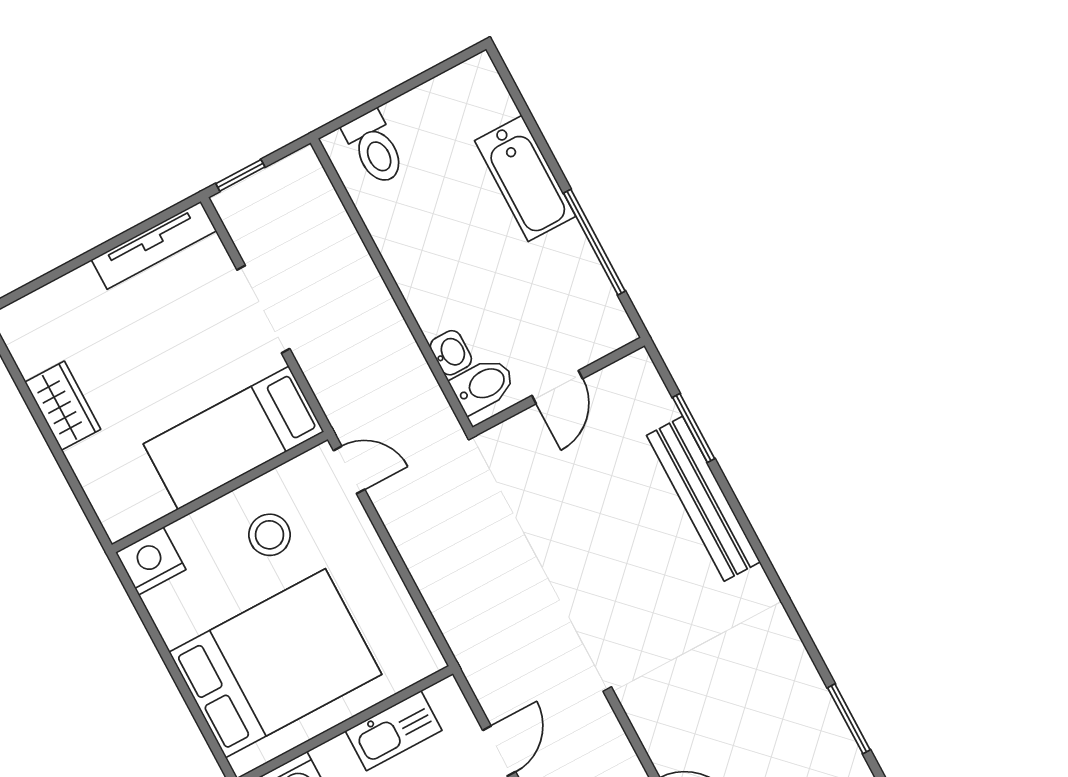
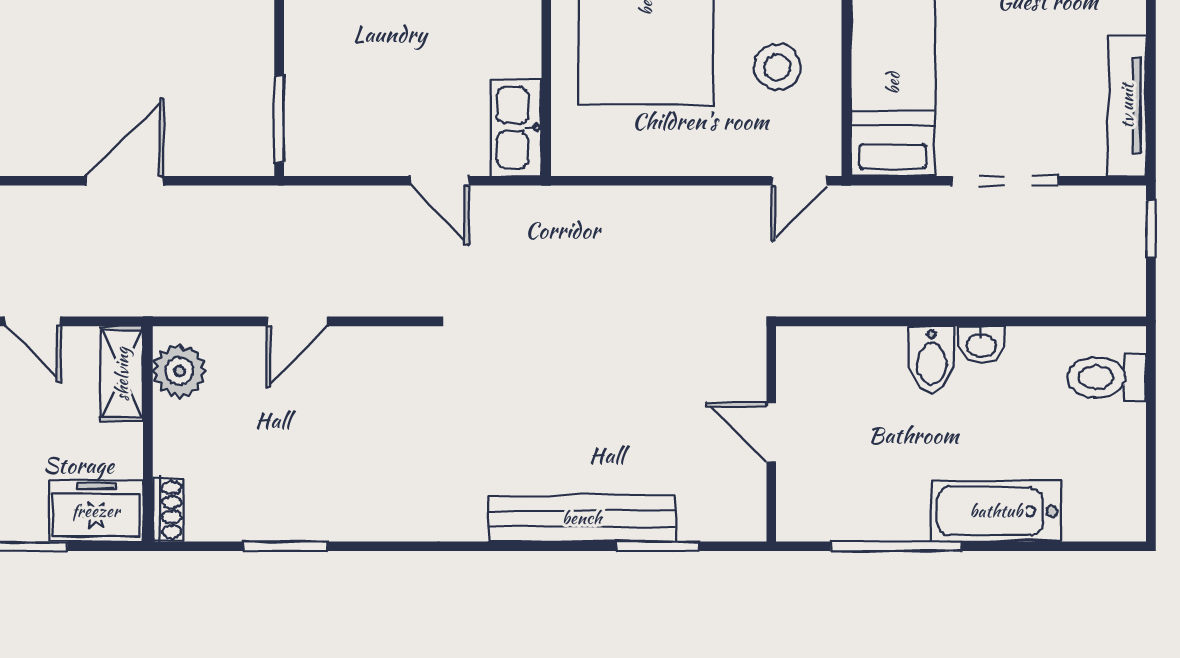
washbasin: (451, 353) -> (981, 344), moved
bidet: (483, 385) -> (932, 359), moved
kitchen sink: (394, 731) -> (516, 128), moved

